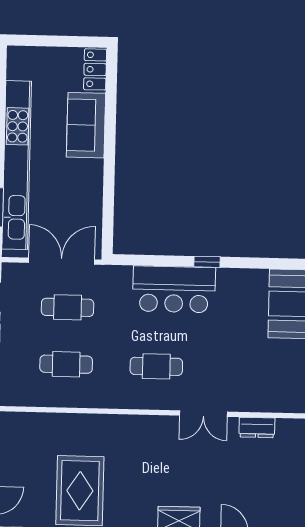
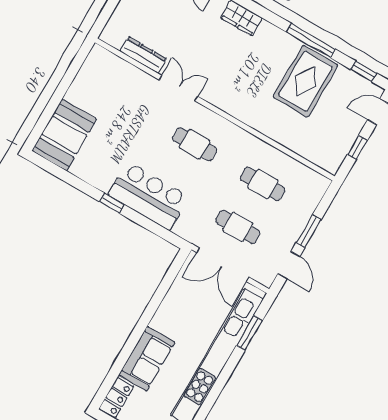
dresser: (257, 428) -> (143, 55), width x1.44

